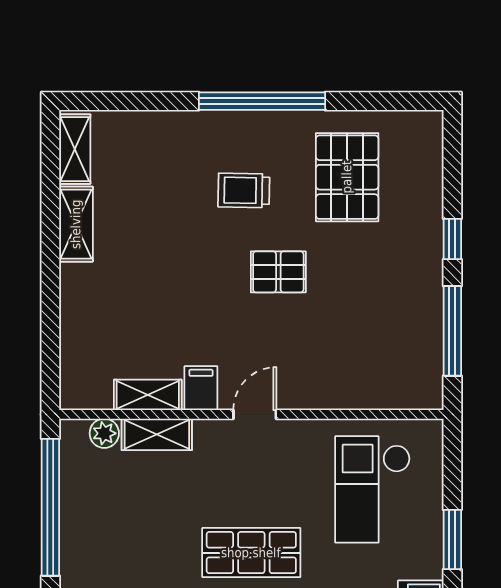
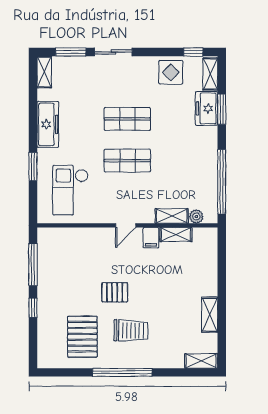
shelving: (75, 149) -> (201, 361), moved, turned 90
trolley: (244, 190) -> (131, 330), width x1.36, depth x1.39
checkout: (373, 489) -> (70, 190), turned 180

